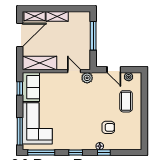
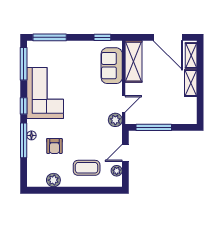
window: (93, 36) -> (154, 127), moved
sofa: (31, 87) -> (112, 66), moved, turned 90
corner sofa: (37, 123) -> (45, 93), moved, turned -90
plant: (136, 128) -> (53, 180), added
window: (104, 153) -> (24, 140), width x2.17

